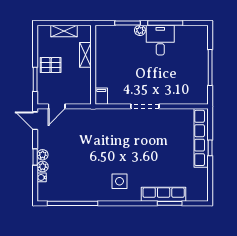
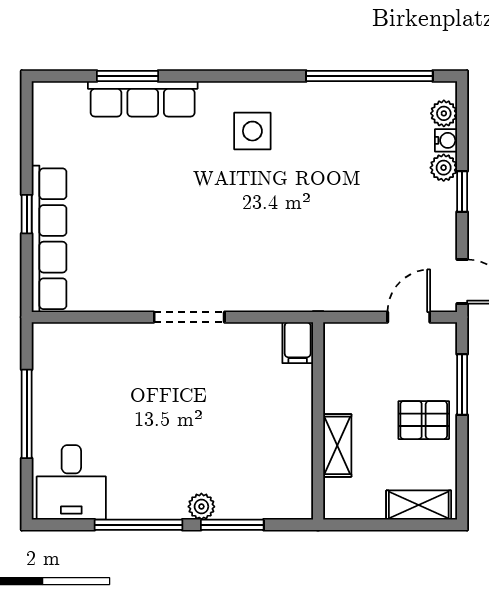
shelving: (64, 31) -> (419, 505), moved
desk: (160, 40) -> (71, 482), moved
plant: (43, 155) -> (444, 113), moved

